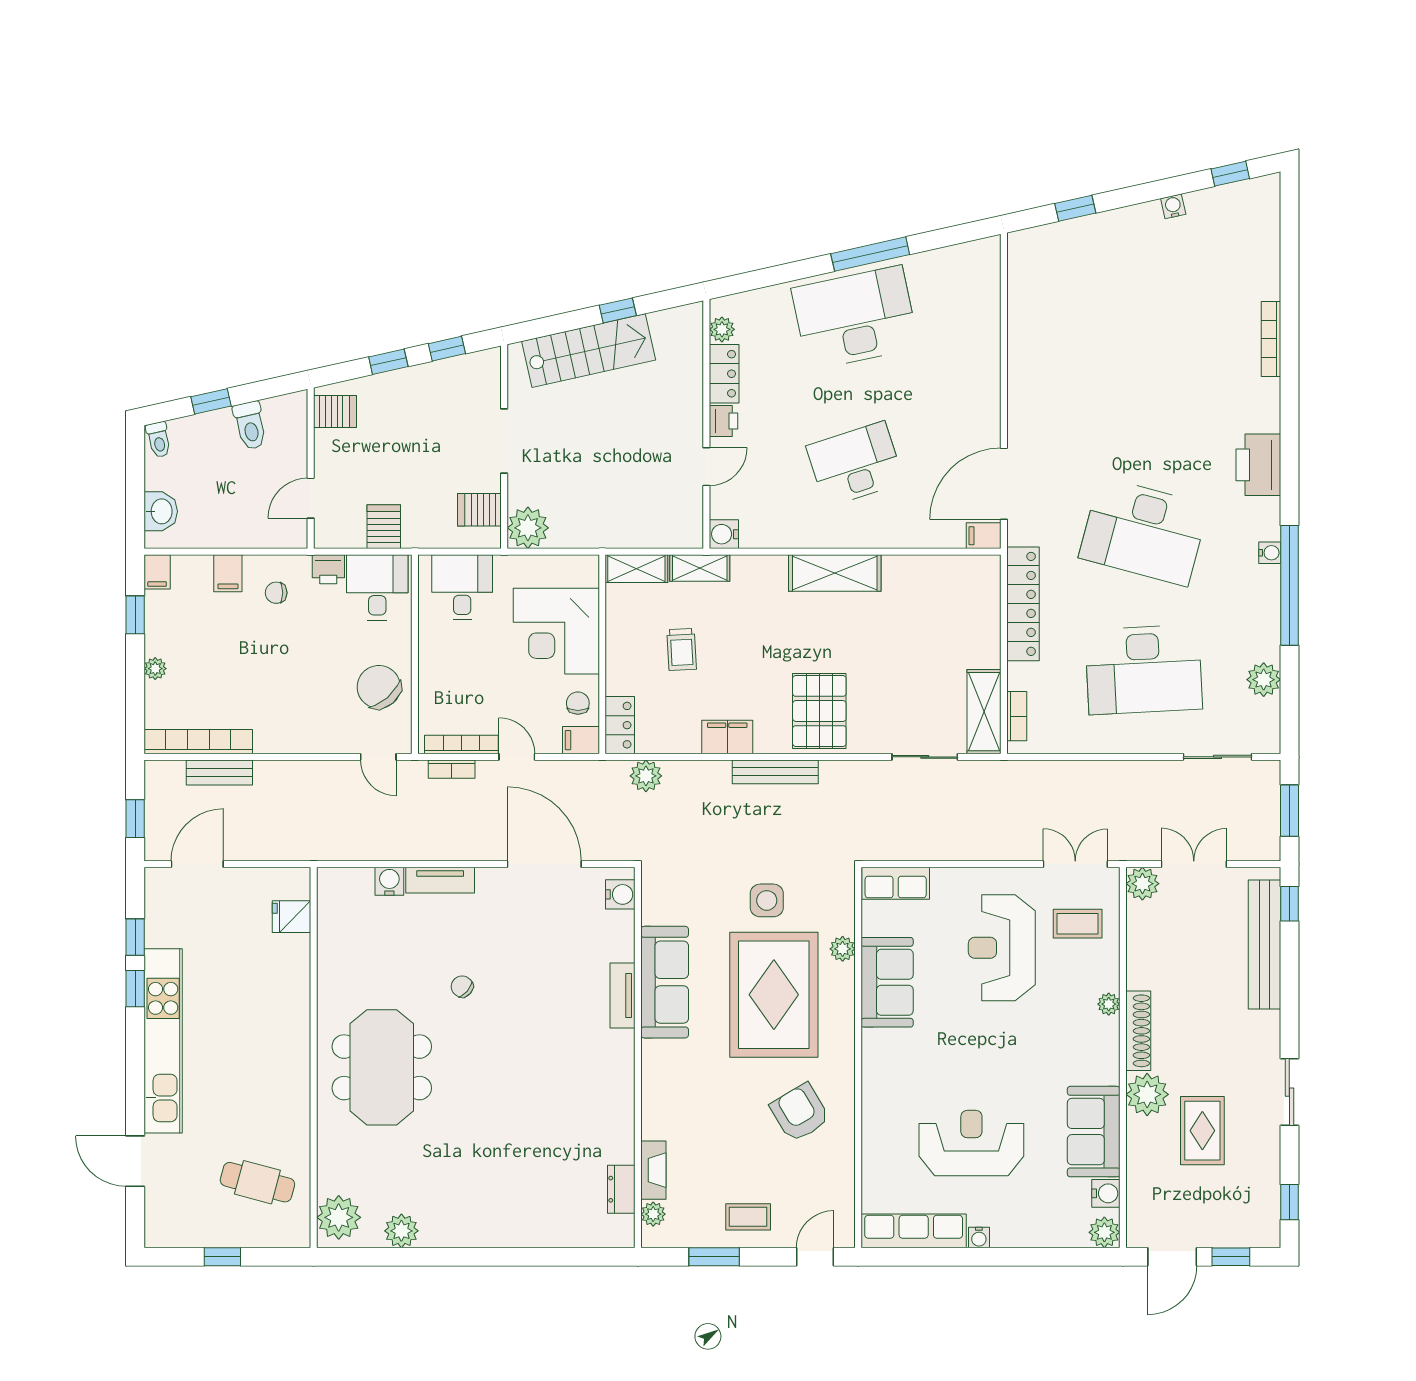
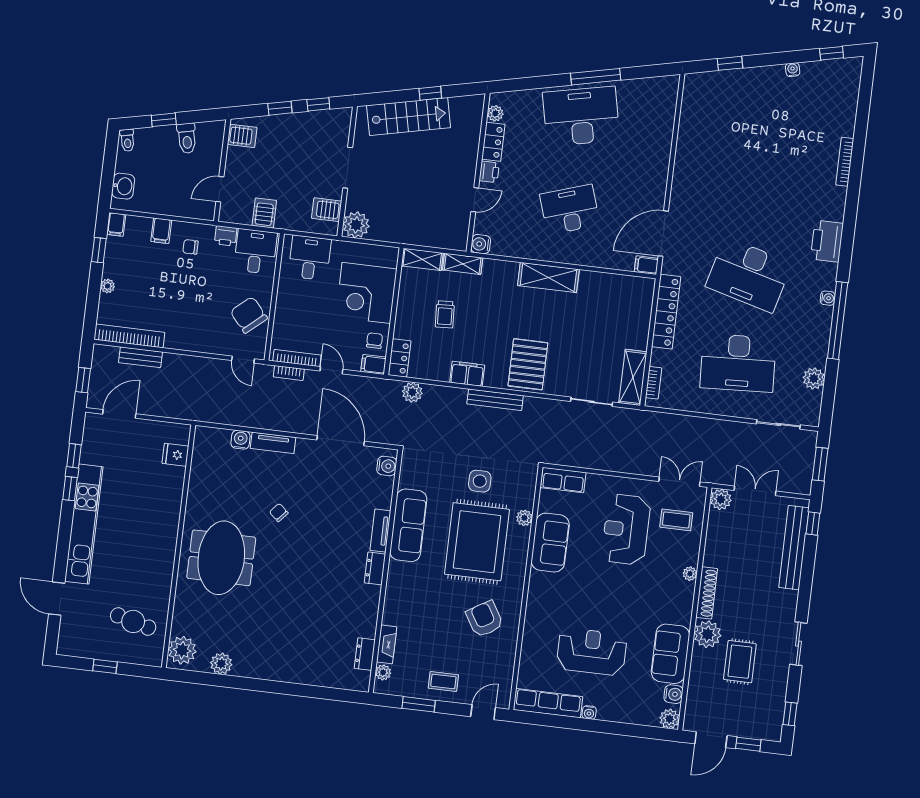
dresser: (621, 1055) -> (375, 568), added

